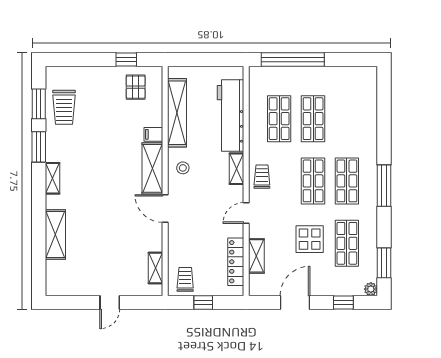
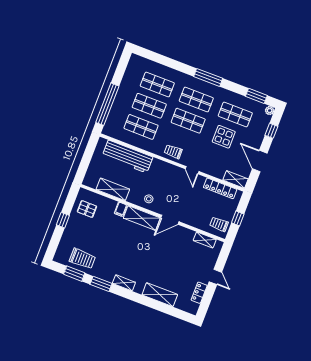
window: (126, 60) -> (63, 220), moved
shelving: (177, 113) -> (113, 189), width x0.68
shop shelf: (347, 119) -> (157, 85), added
shelving: (237, 169) -> (162, 166), removed
shelving: (256, 256) -> (235, 179), moved
locker: (79, 288) -> (199, 293), added

